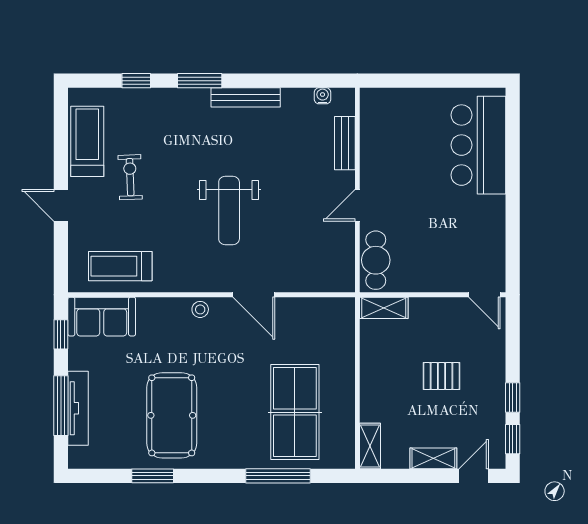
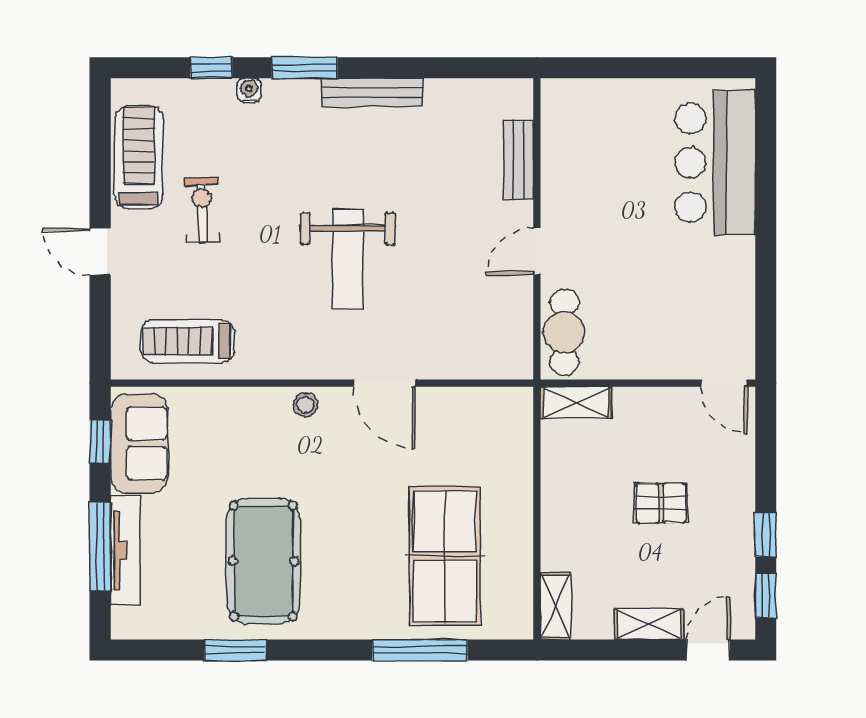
water cooler: (323, 96) -> (249, 90), moved
sofa: (102, 317) -> (139, 443), moved, turned -90

